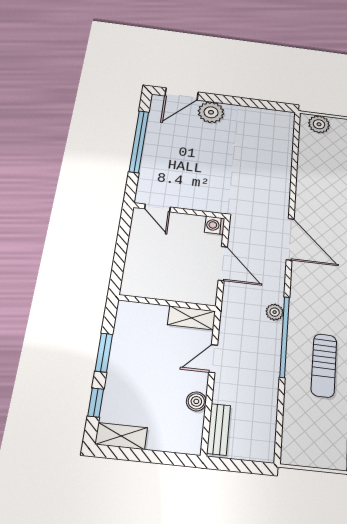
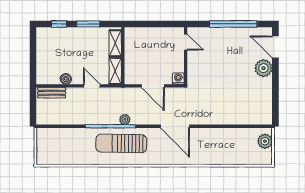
door: (157, 208) -> (186, 42), swing flipped
door: (290, 239) -> (175, 126), hinge flipped
door: (223, 263) -> (153, 86), hinge flipped
sun lounger: (324, 365) -> (121, 143), moved, width x1.36, depth x1.34
shelving: (121, 436) -> (115, 43), moved

